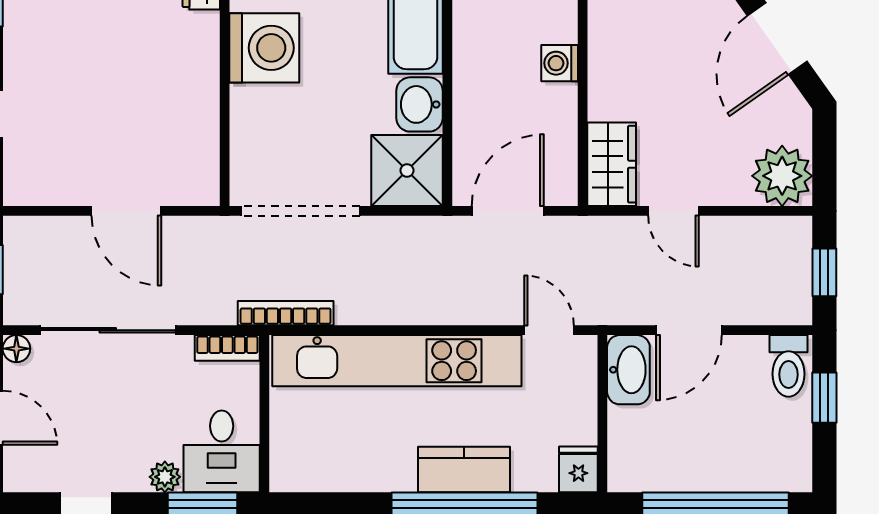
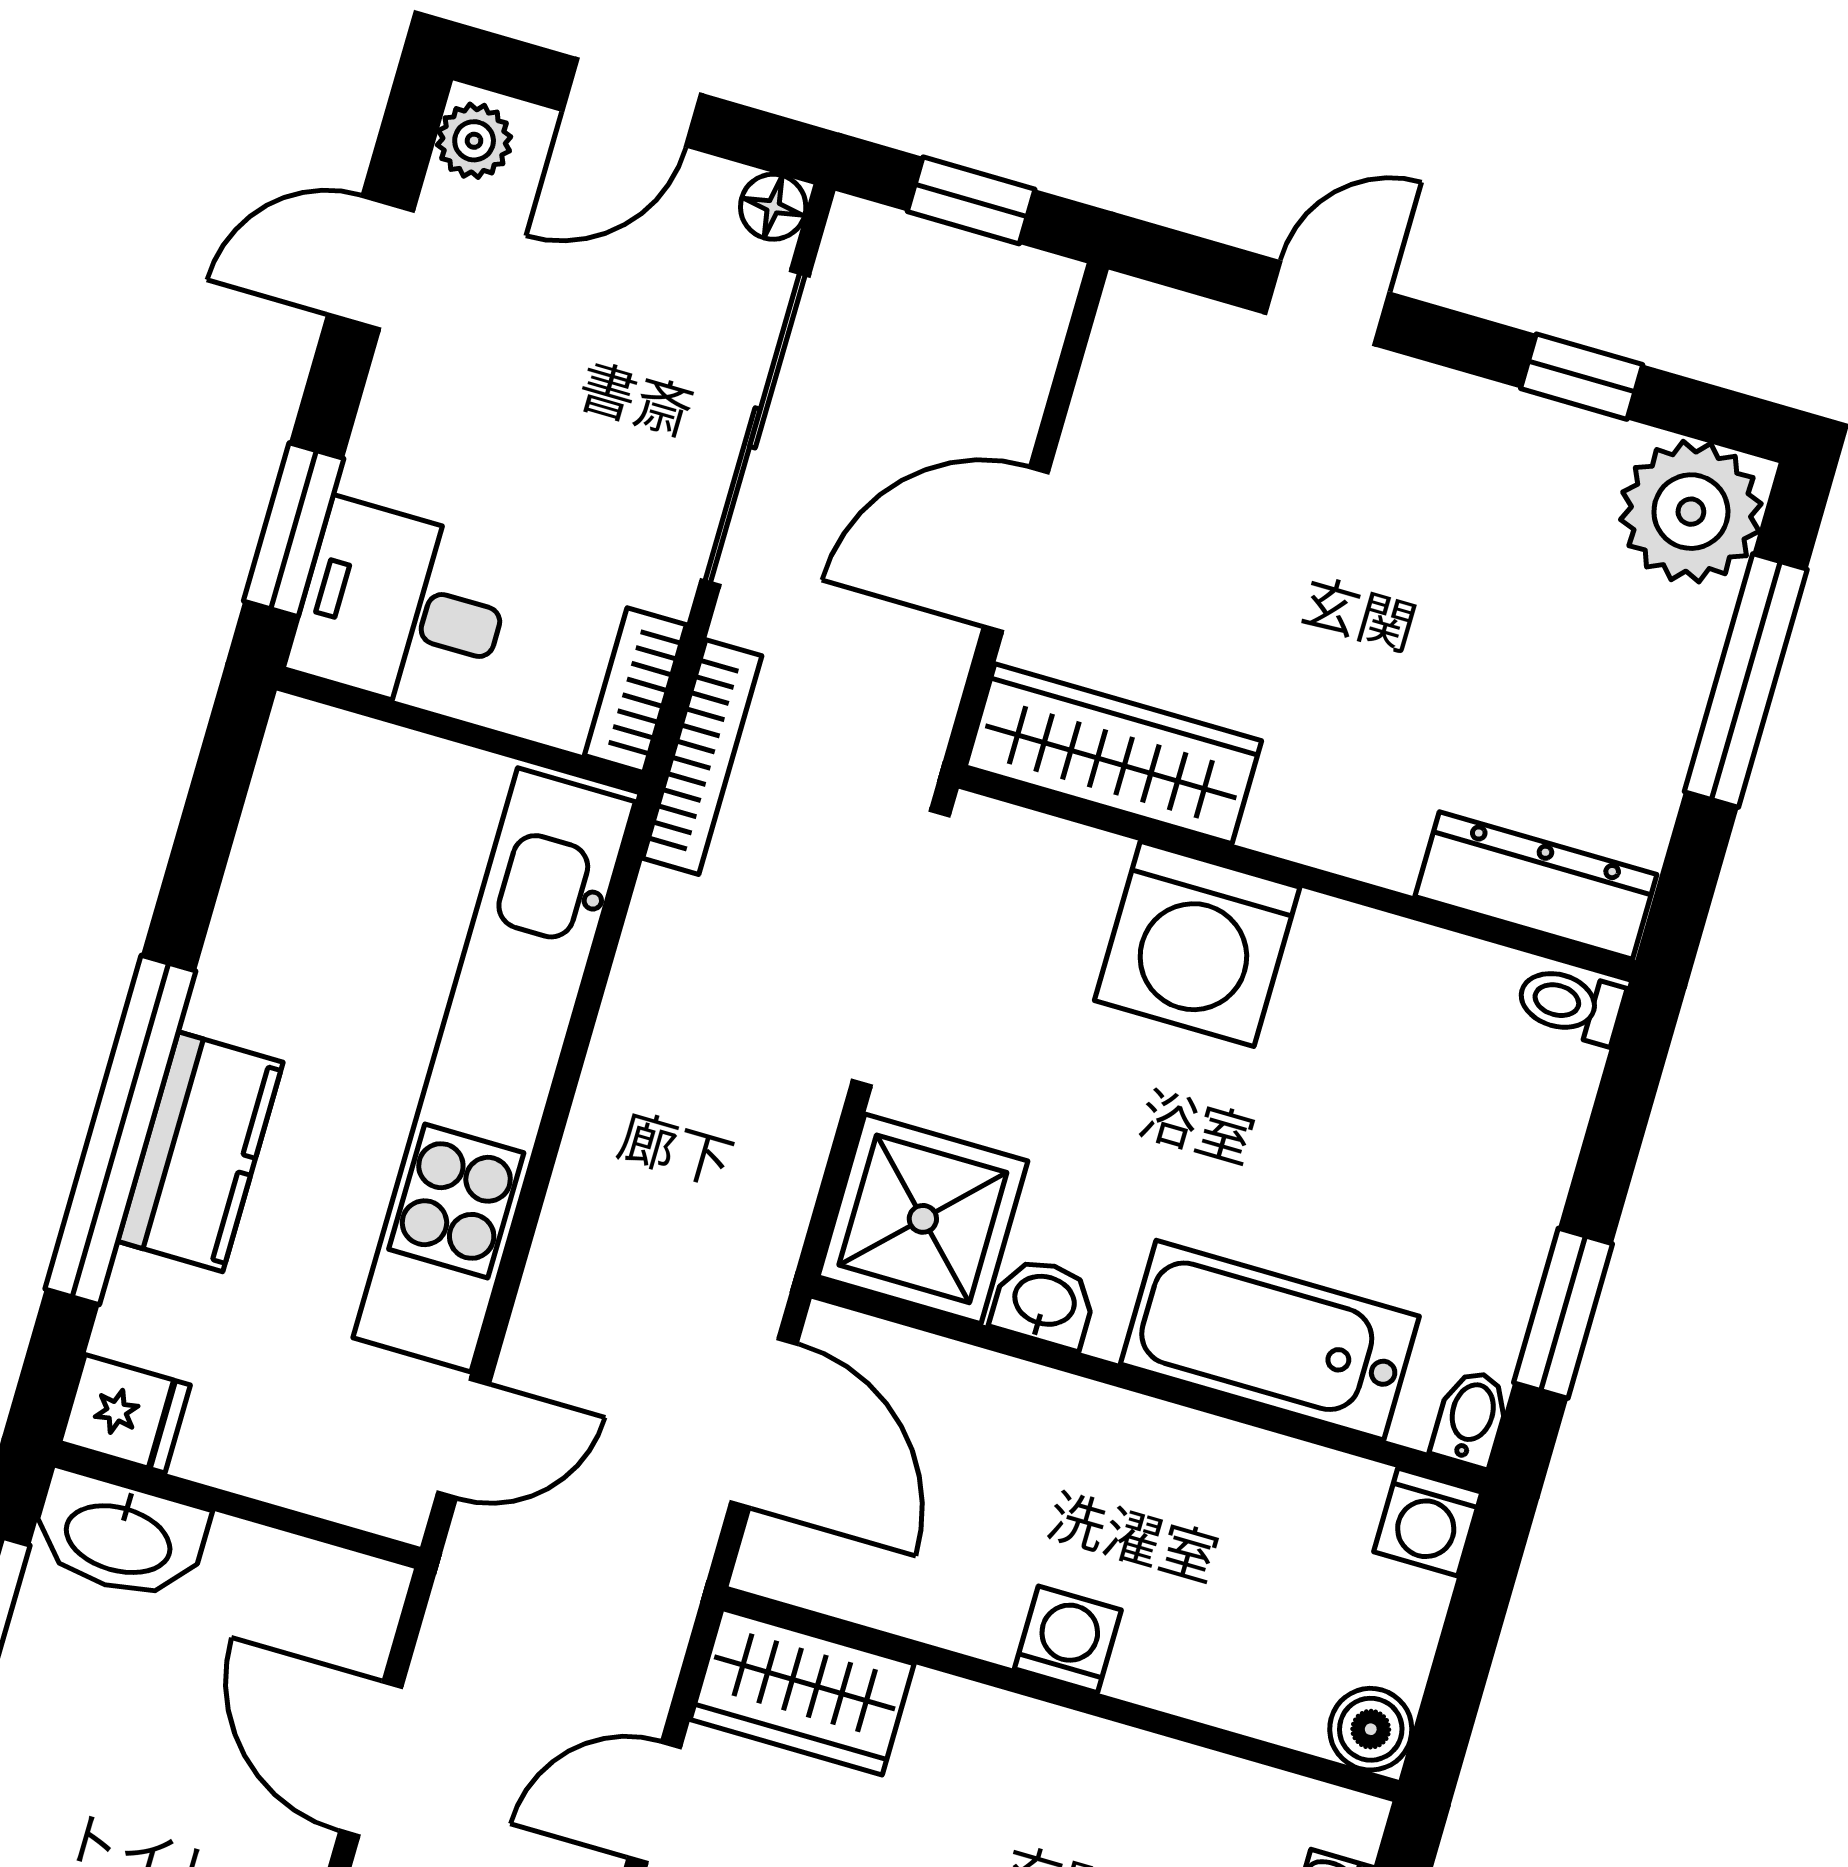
washing machine: (264, 48) -> (1197, 944), moved
washbasin: (420, 104) -> (1044, 1303), width x0.72, depth x0.69
wardrobe: (197, 148) -> (1113, 754), added
bookcase: (286, 313) -> (702, 757), moved
washbasin: (628, 370) -> (119, 1536), moved
plant: (165, 477) -> (474, 141), moved

